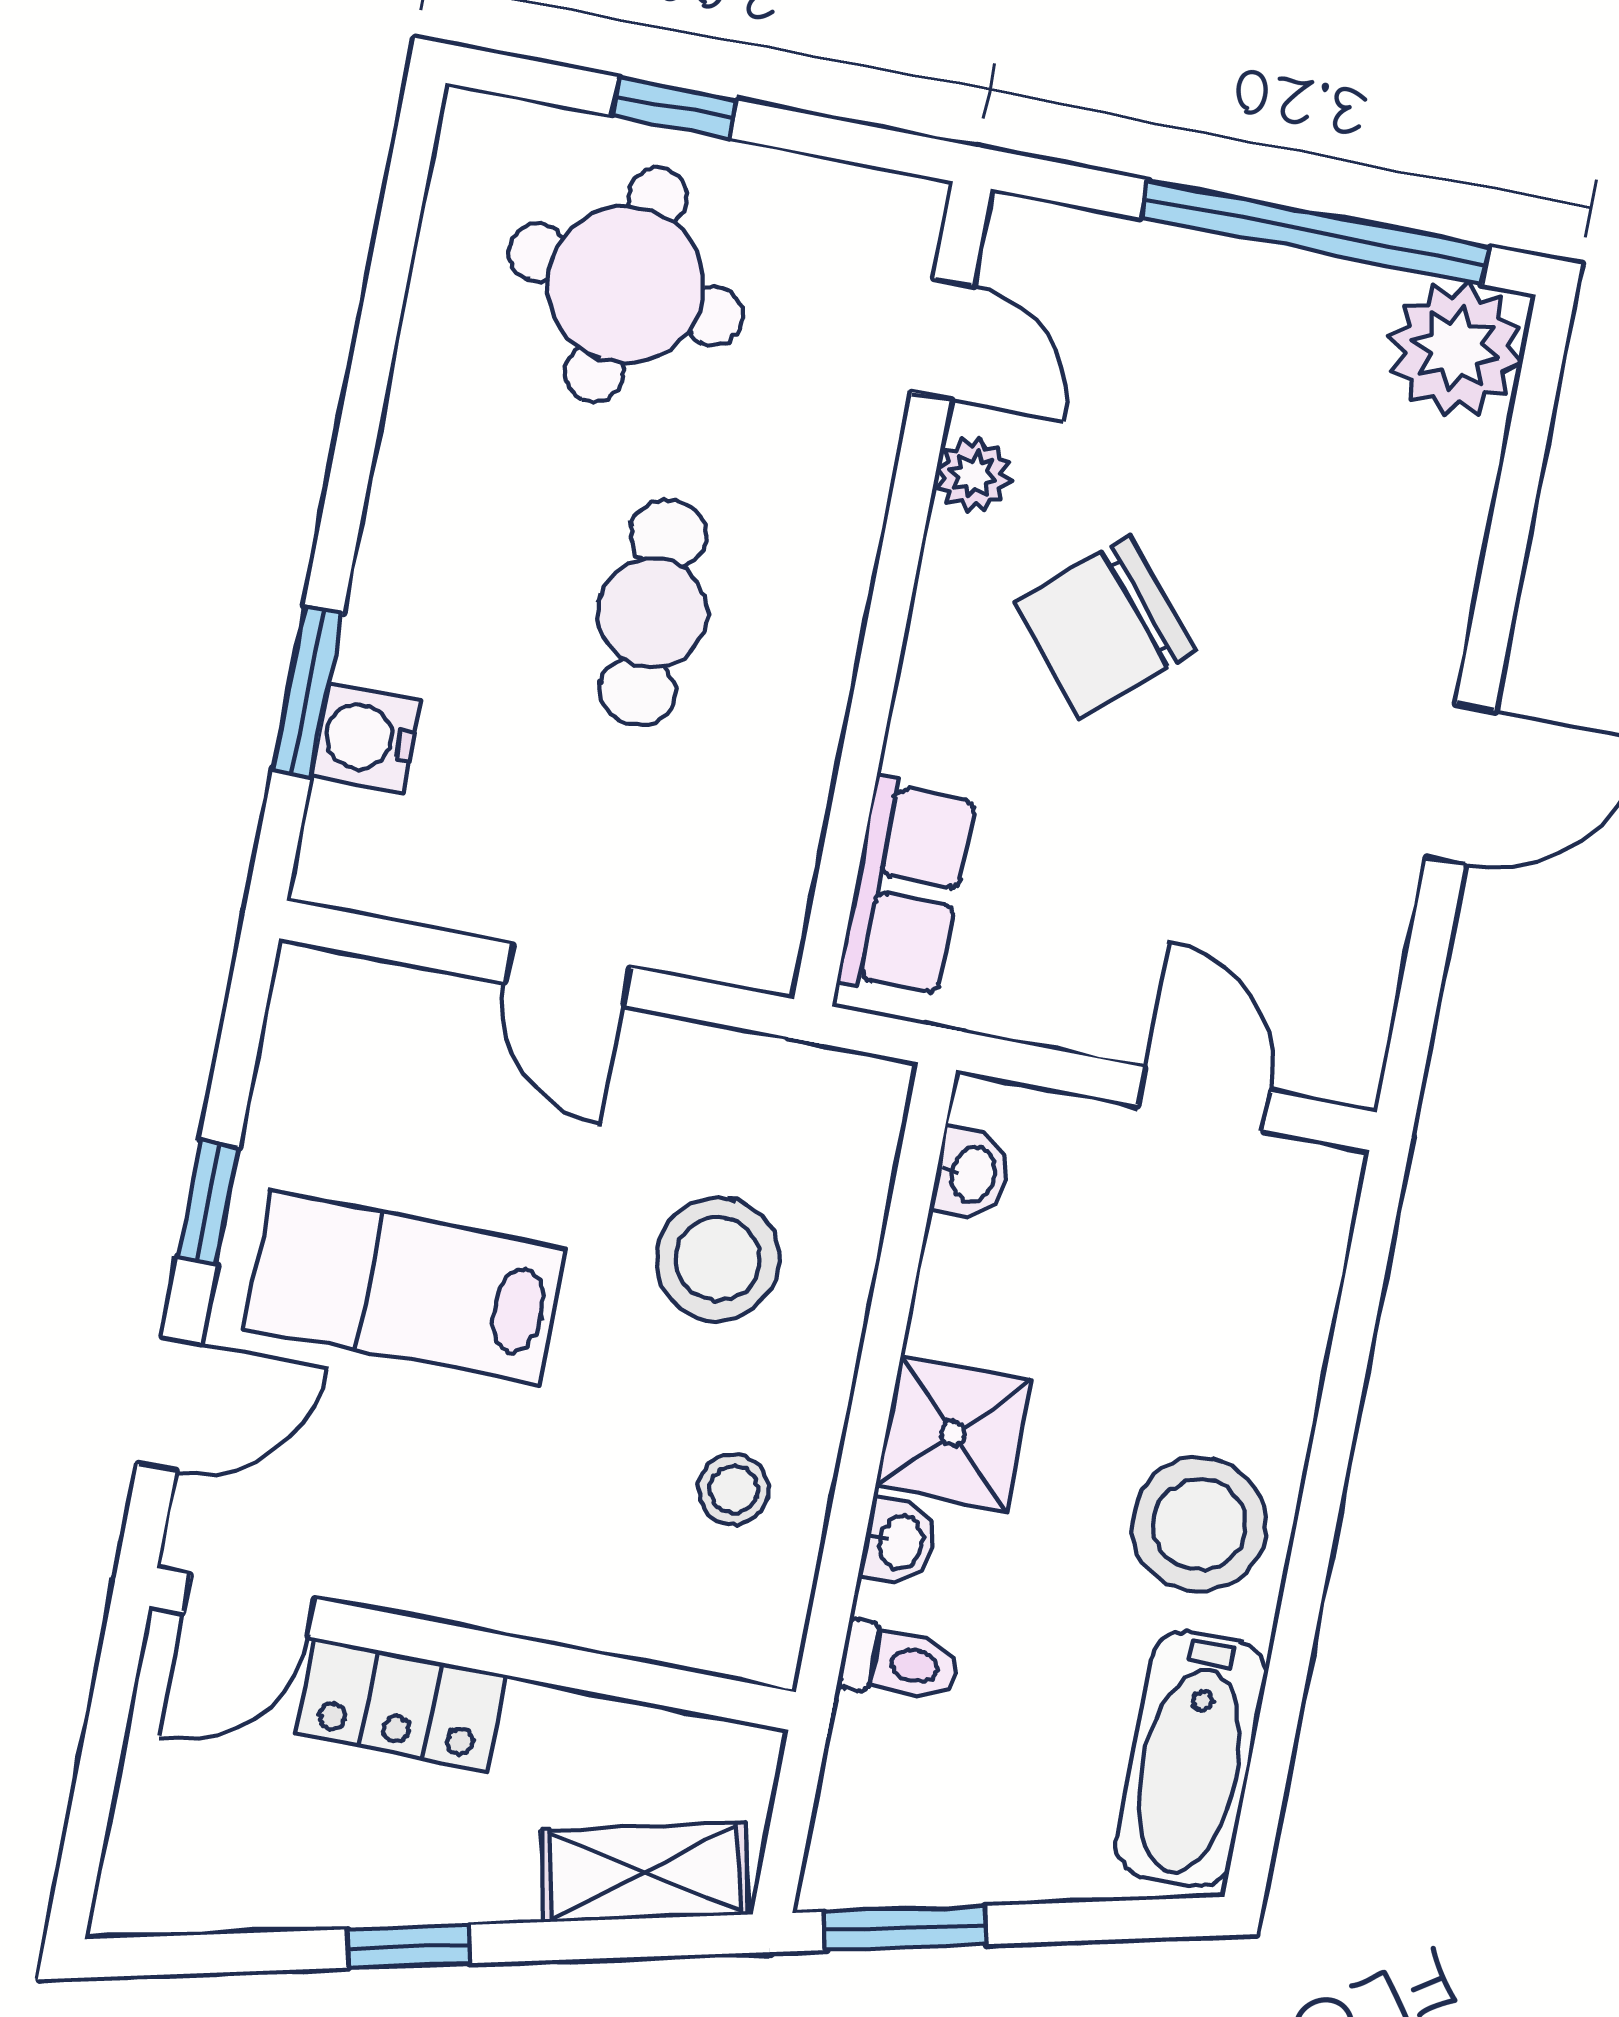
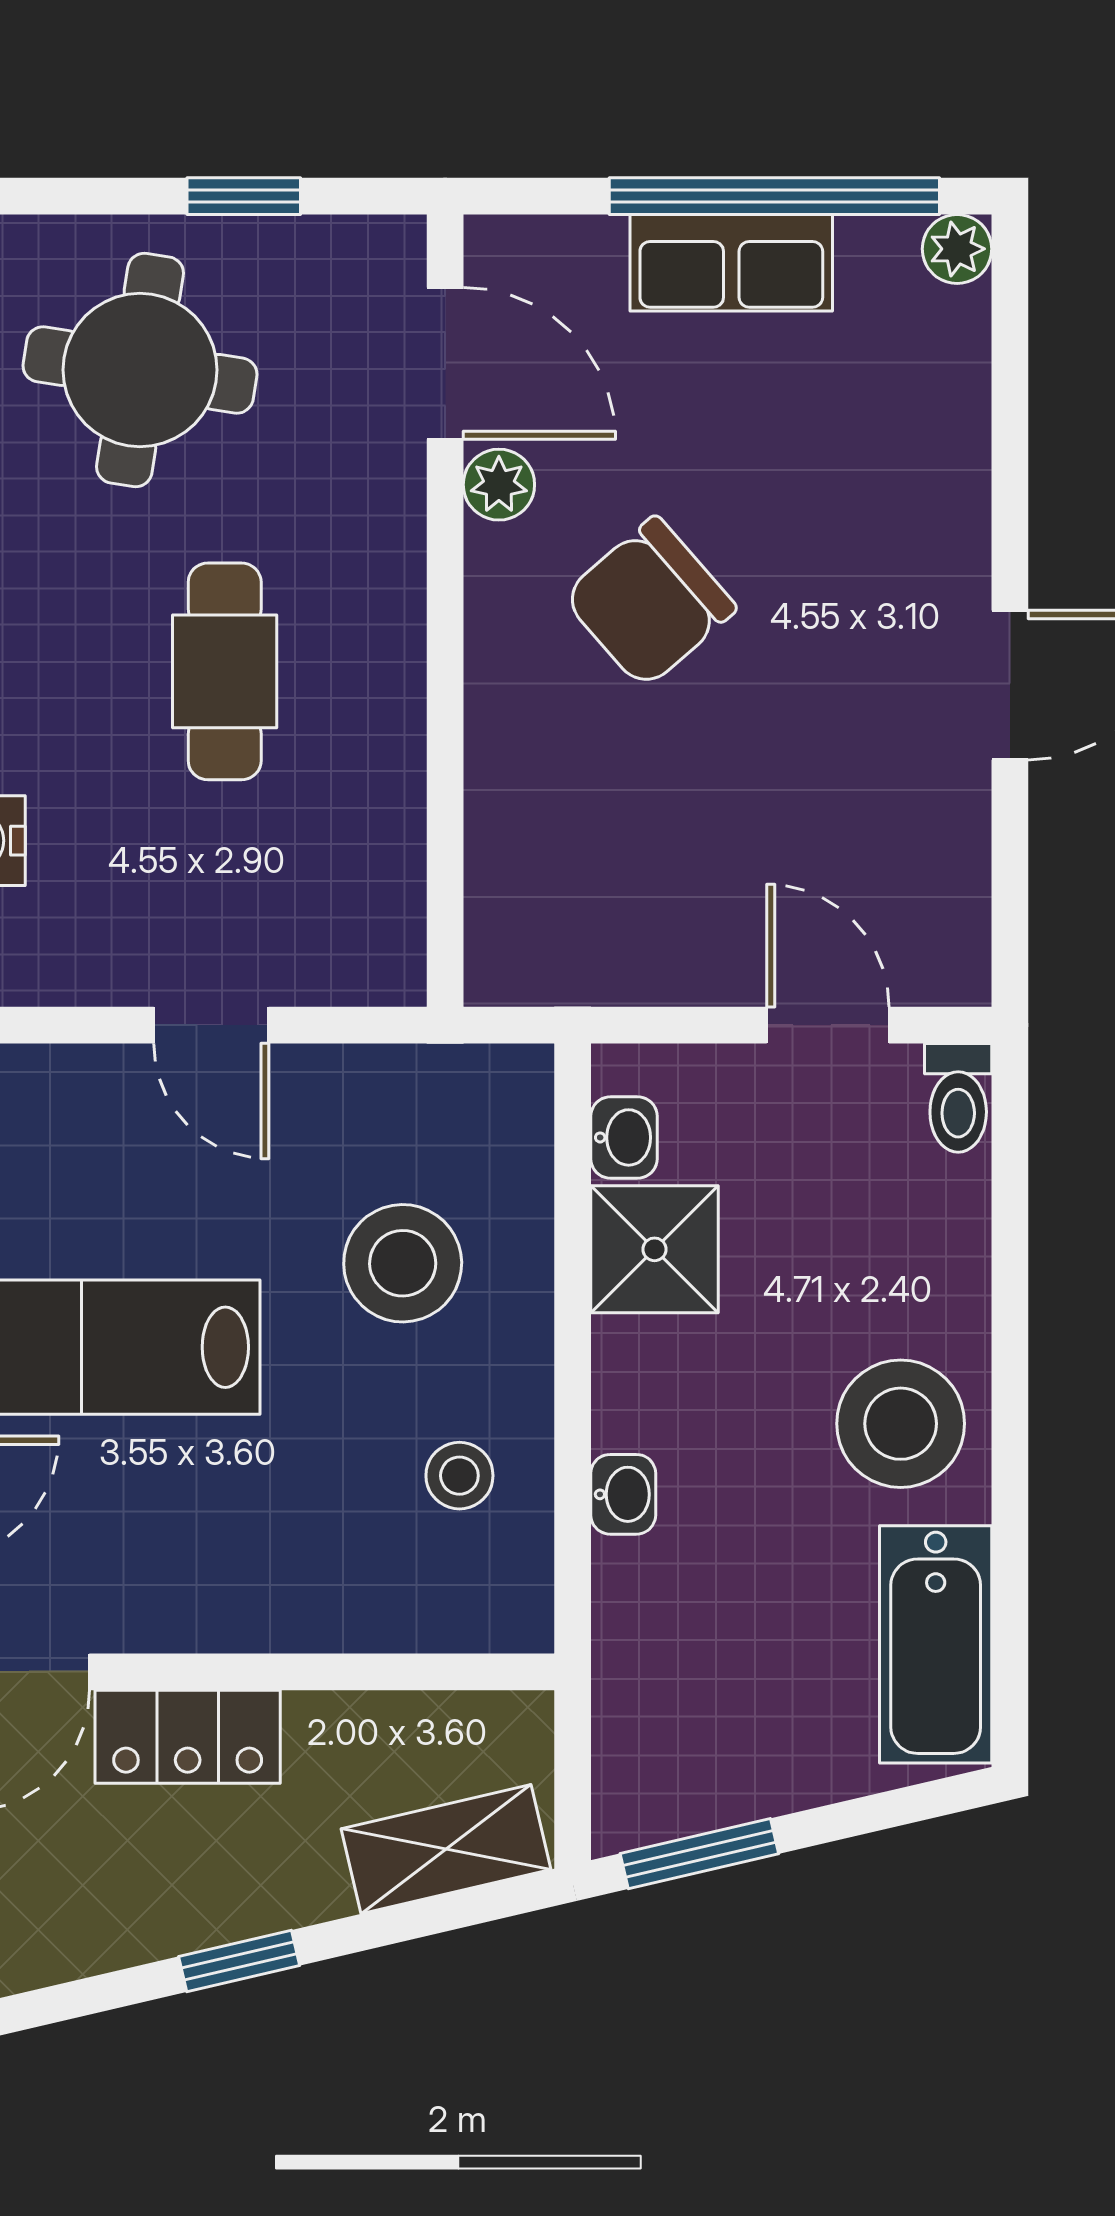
window: (674, 108) -> (244, 196), moved
door: (942, 339) -> (445, 363), width x1.38
plant: (1456, 349) -> (957, 249), width x0.53, depth x0.53
row of seats: (907, 888) -> (731, 263), moved, turned 90
shower: (953, 1434) -> (655, 1249), moved
toilet: (899, 1663) -> (958, 1098), moved, turned 90

